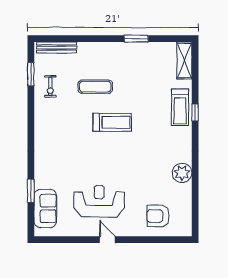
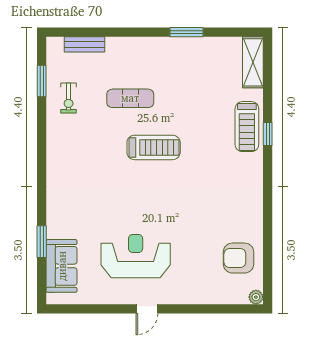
bench: (57, 47) -> (85, 44), width x0.73
plant: (182, 173) -> (256, 297), moved, width x0.53, depth x0.53
armchair: (158, 216) -> (238, 258), moved
door: (107, 240) -> (147, 309), swing flipped

